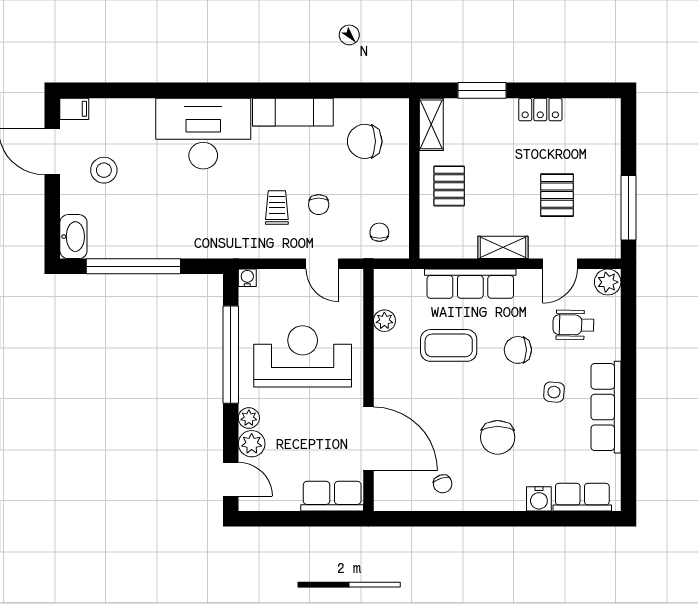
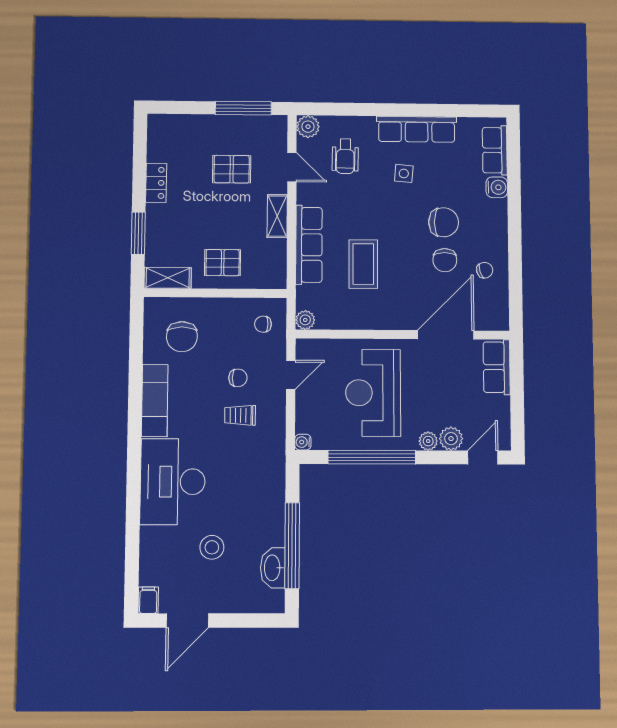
stool: (104, 170) -> (212, 547), moved
washbasin: (73, 237) -> (273, 568), moved, turned -90
plant: (384, 321) -> (305, 320), moved
chair: (518, 350) -> (445, 260), moved

